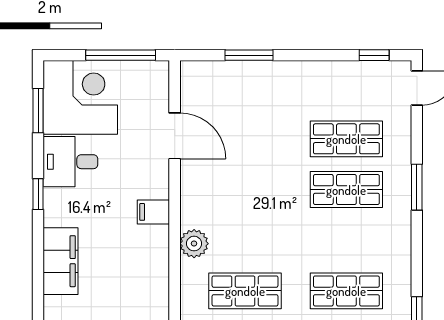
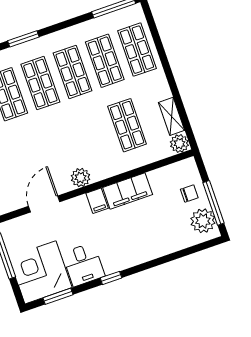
shop shelf: (346, 240) -> (73, 72), added
plant: (194, 244) -> (81, 178), moved
filing cabinet: (61, 261) -> (128, 191), moved, turned 180

